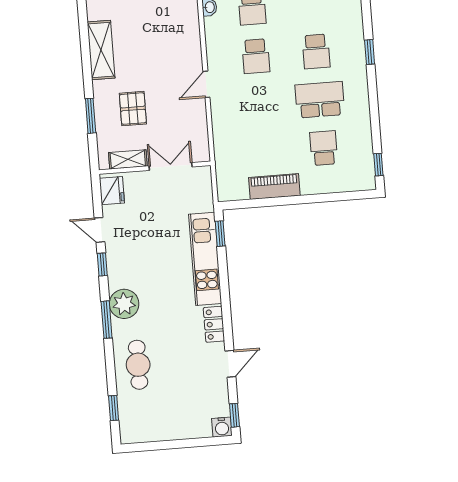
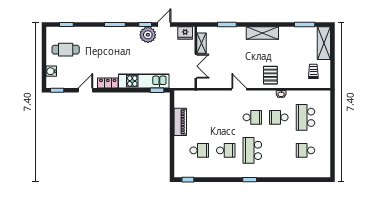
school desk: (316, 51) -> (252, 150), width x1.85
school desk: (256, 56) -> (252, 117), turned 180
school desk: (320, 100) -> (226, 150), width x0.54
pallet: (133, 109) -> (270, 75), moved, turned 90
plant: (124, 304) -> (148, 35), moved
door: (230, 364) -> (85, 90), swing flipped
cafe table: (138, 365) -> (66, 50), moved
water cooler: (222, 427) -> (51, 71), moved

